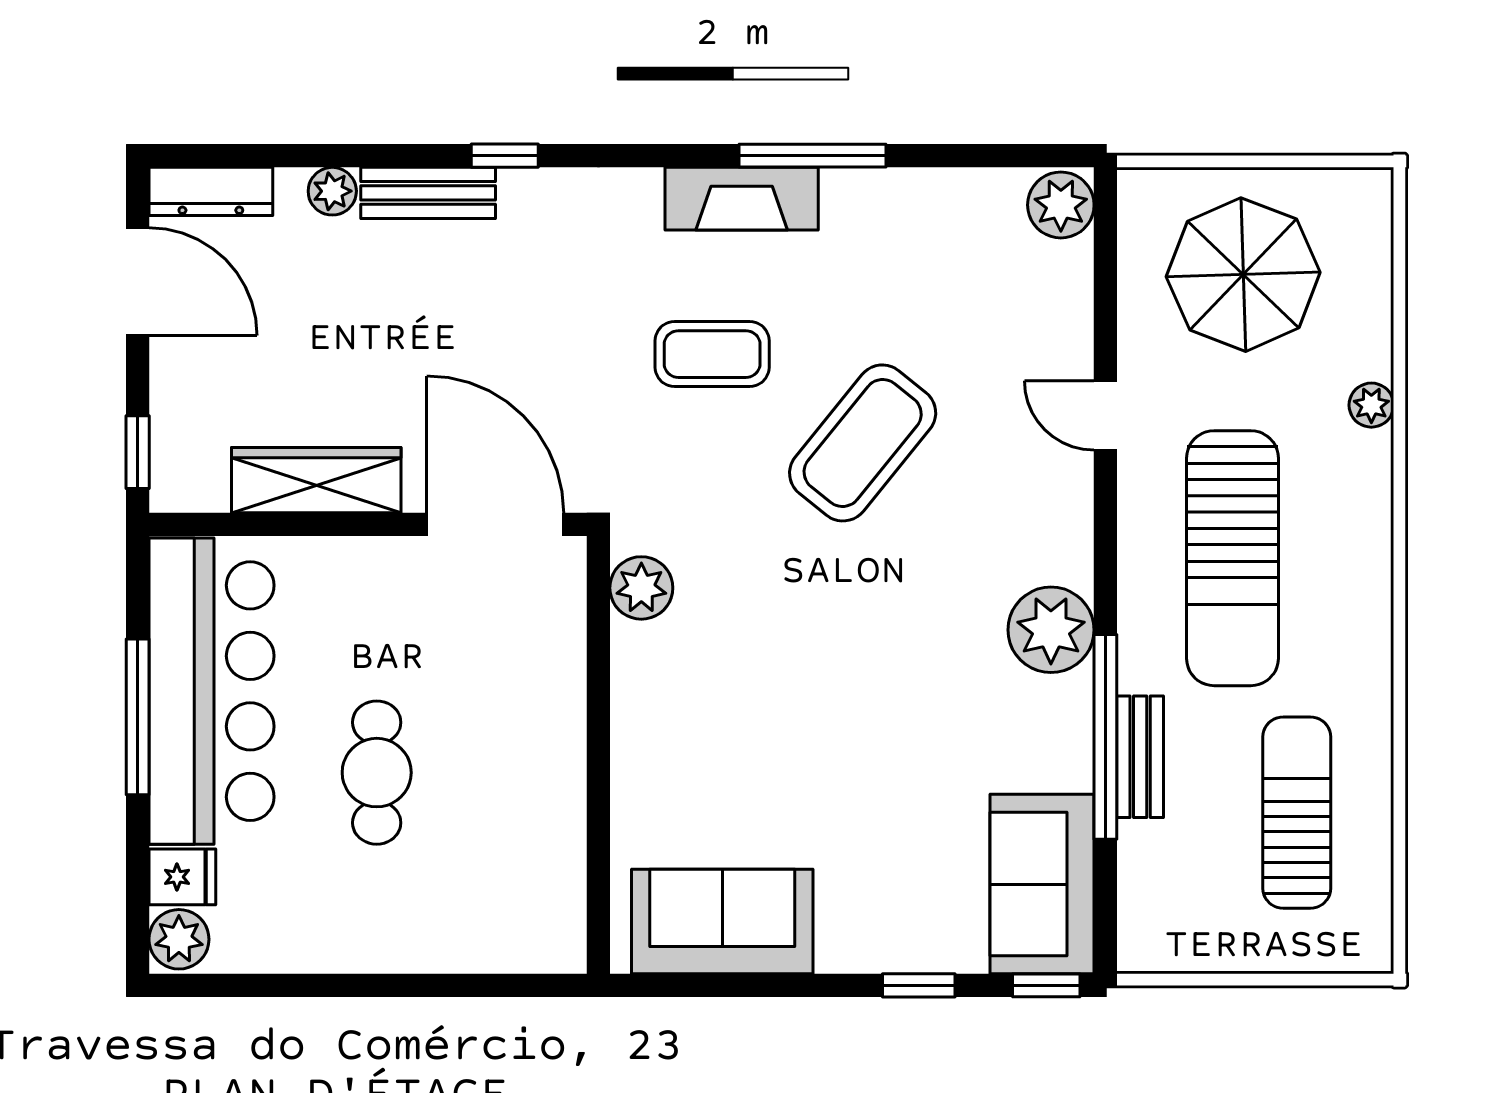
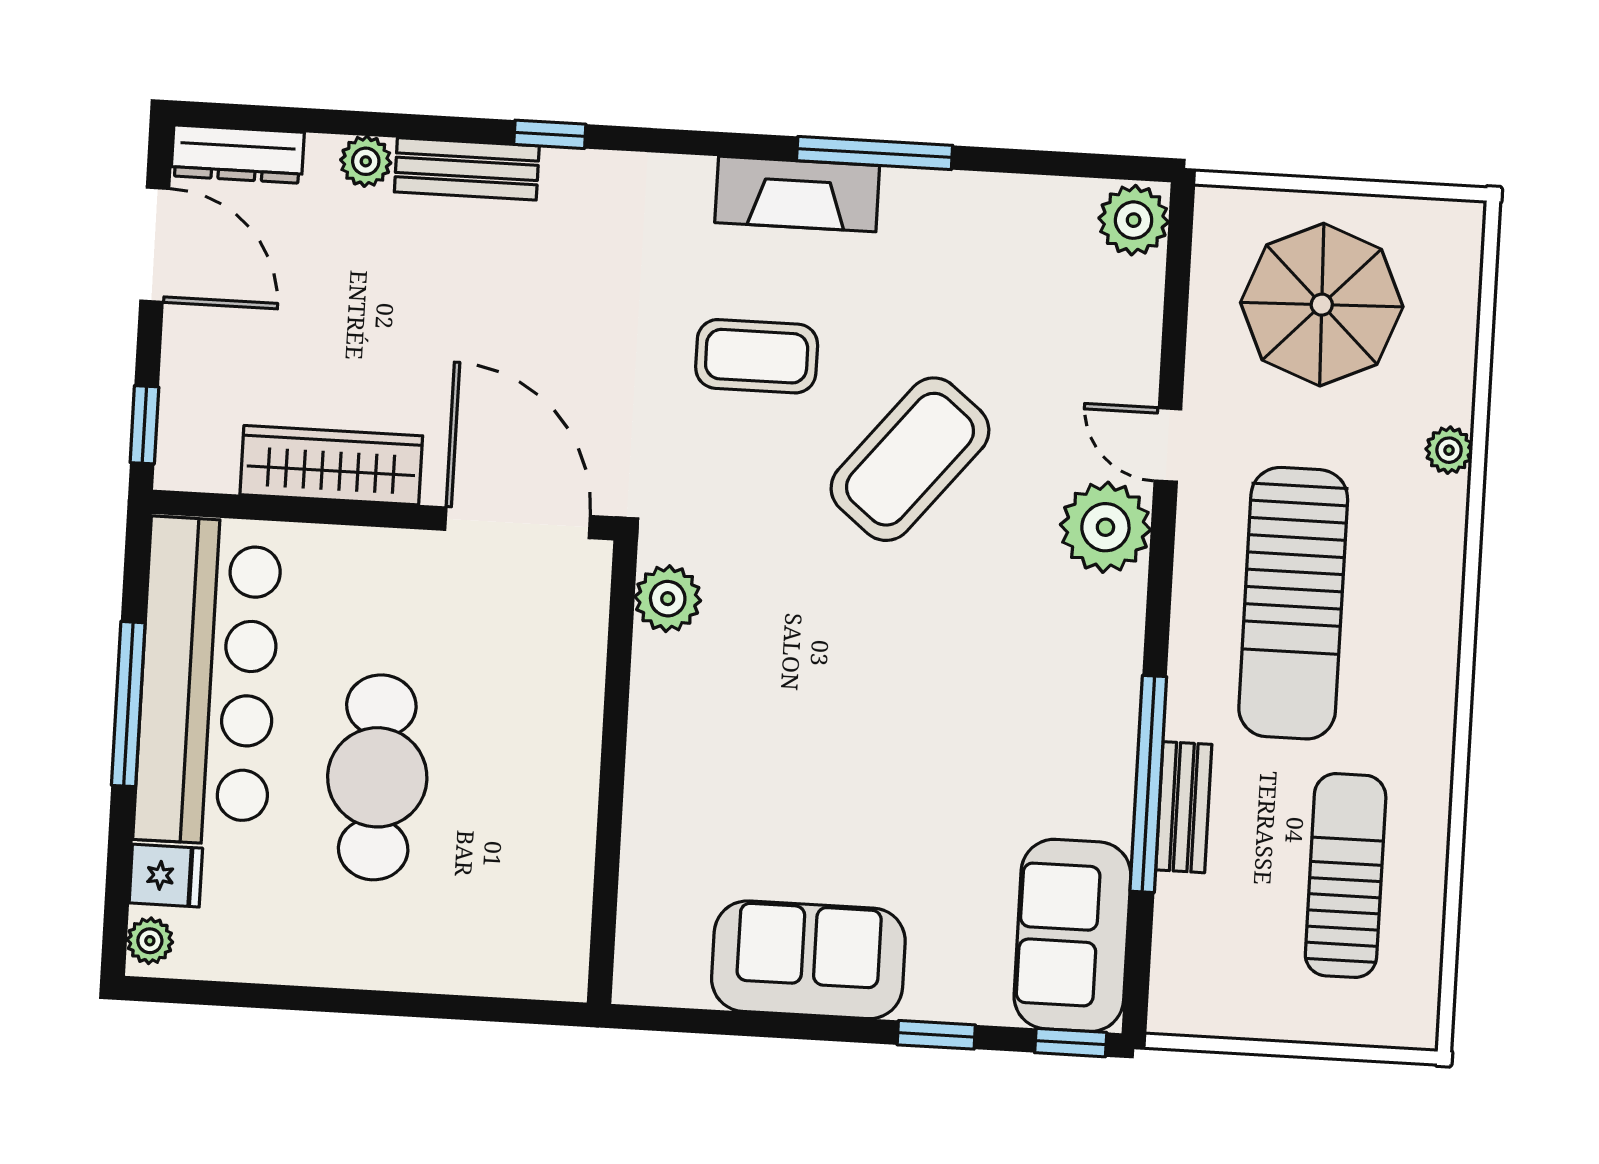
plant: (1051, 630) -> (1105, 527), moved
cafe table: (377, 773) -> (377, 777), width x1.37, depth x1.35
sofa: (722, 921) -> (808, 960), moved
plant: (179, 939) -> (150, 941), width x0.73, depth x0.73

